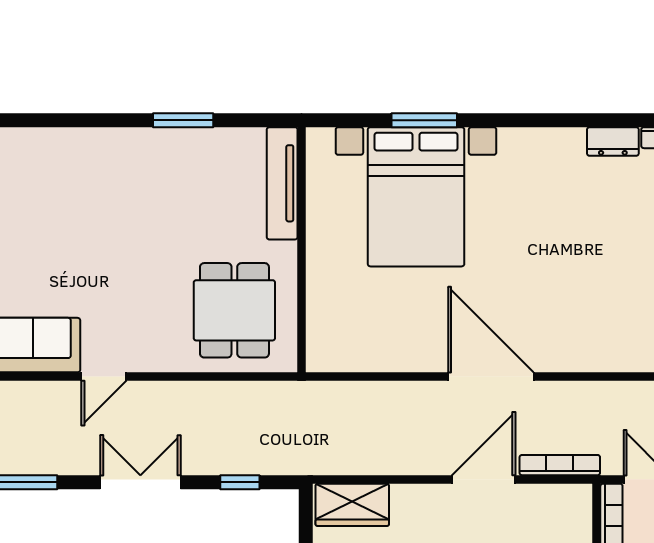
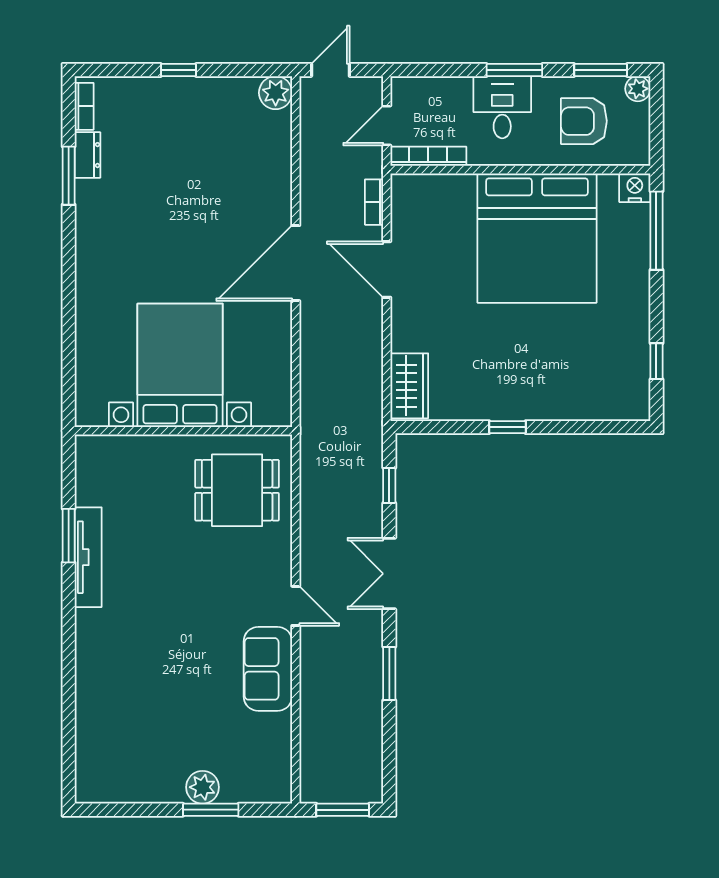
window: (424, 120) -> (69, 176), moved
tv unit: (282, 183) -> (88, 557), moved, turned -90
bed with nightstands: (416, 197) -> (180, 365), moved, turned -90
bookcase: (560, 465) -> (374, 202), width x0.64

